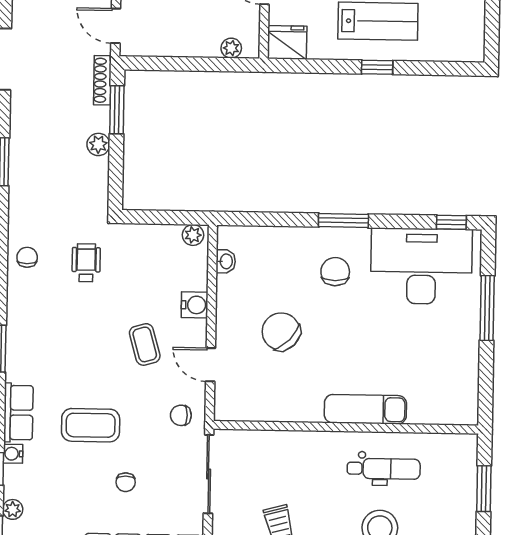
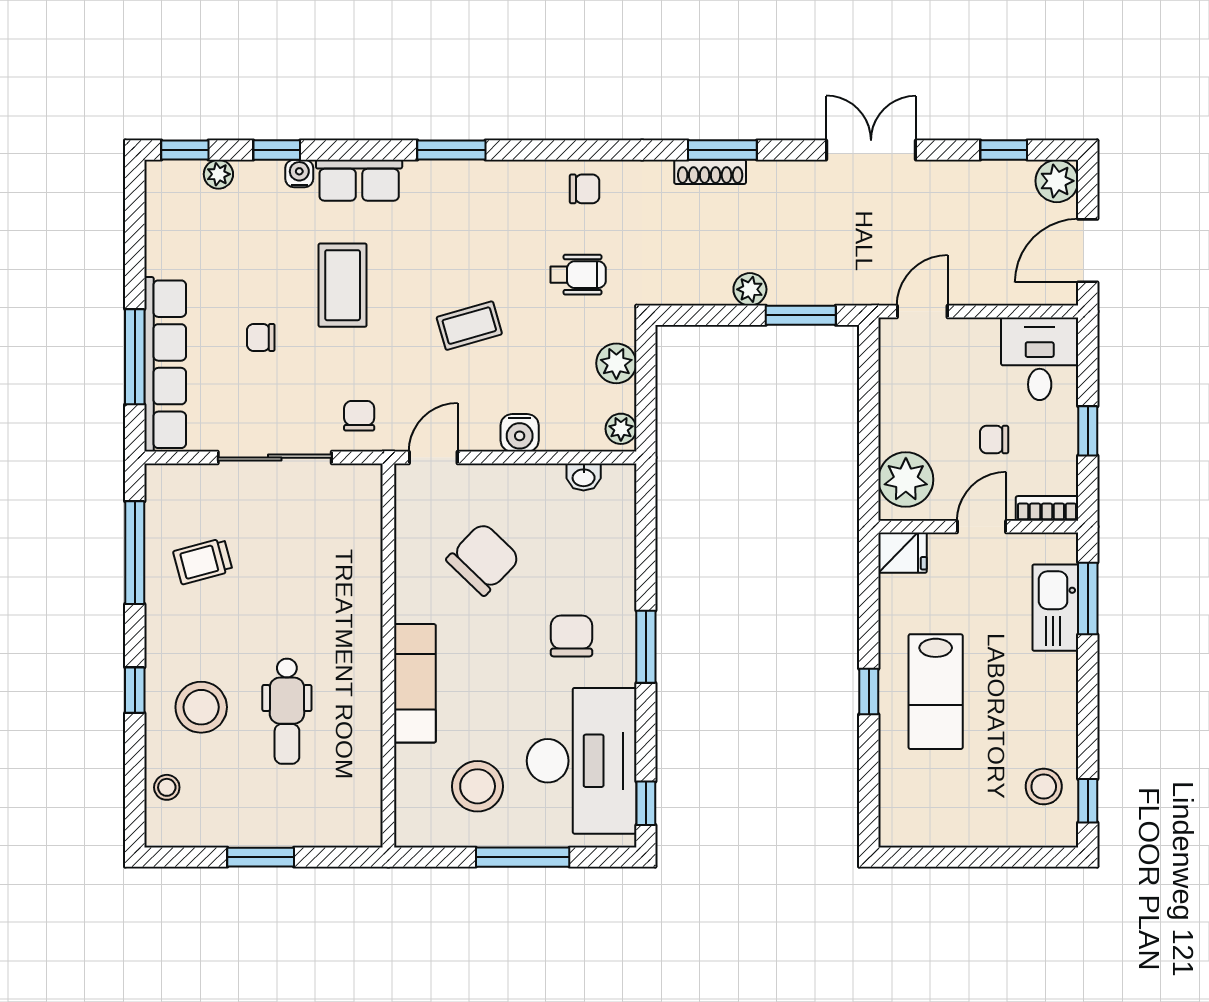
fridge: (287, 42) -> (903, 553), width x0.72
plant: (231, 48) -> (906, 480), width x1.87, depth x1.87
shoe rack: (102, 80) -> (710, 172), moved, turned 180
plant: (148, 237) -> (616, 363), added
chair: (335, 272) -> (571, 636), turned -90
stool: (438, 338) -> (478, 786), added
coffee table: (145, 344) -> (469, 326), moved
exam couch: (365, 409) -> (415, 683), moved
wall: (346, 427) -> (388, 655), moved

